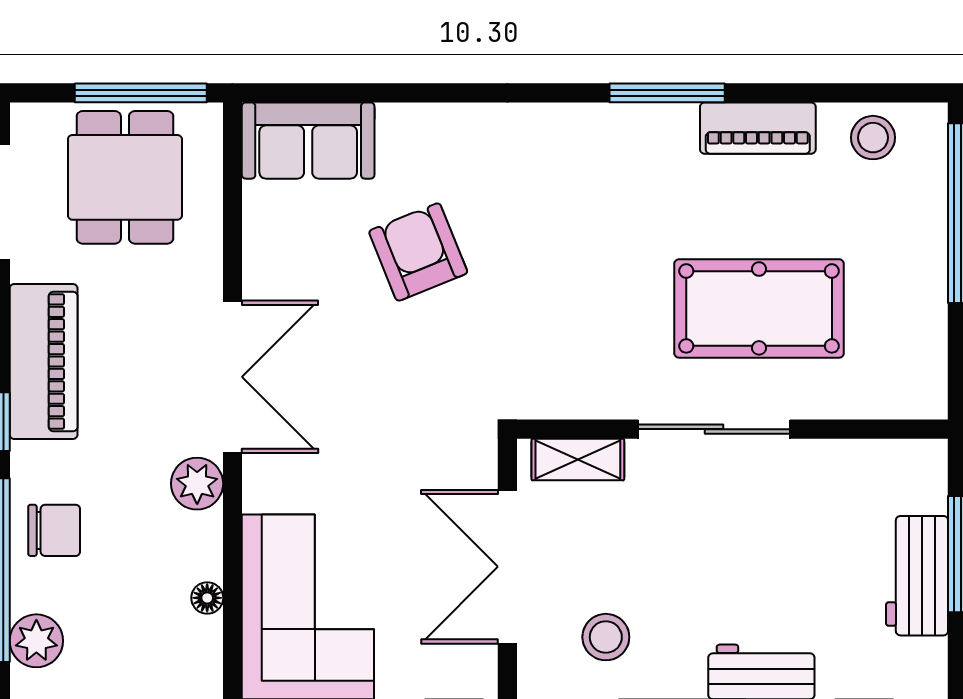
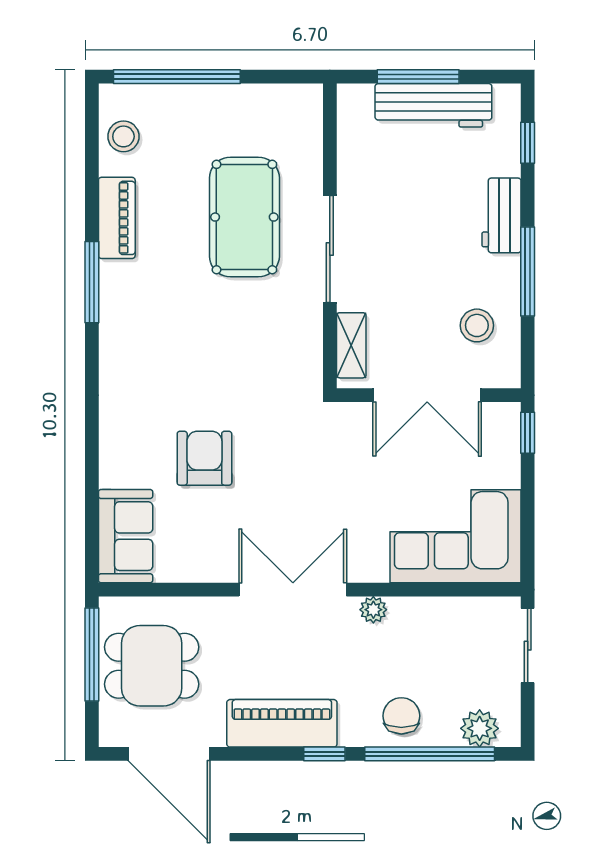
armchair: (418, 252) -> (204, 458), turned 112
plant: (197, 484) -> (373, 610), width x0.73, depth x0.73
workbench: (917, 576) -> (433, 105), width x1.38
floor lamp: (207, 598) -> (449, 608), removed

